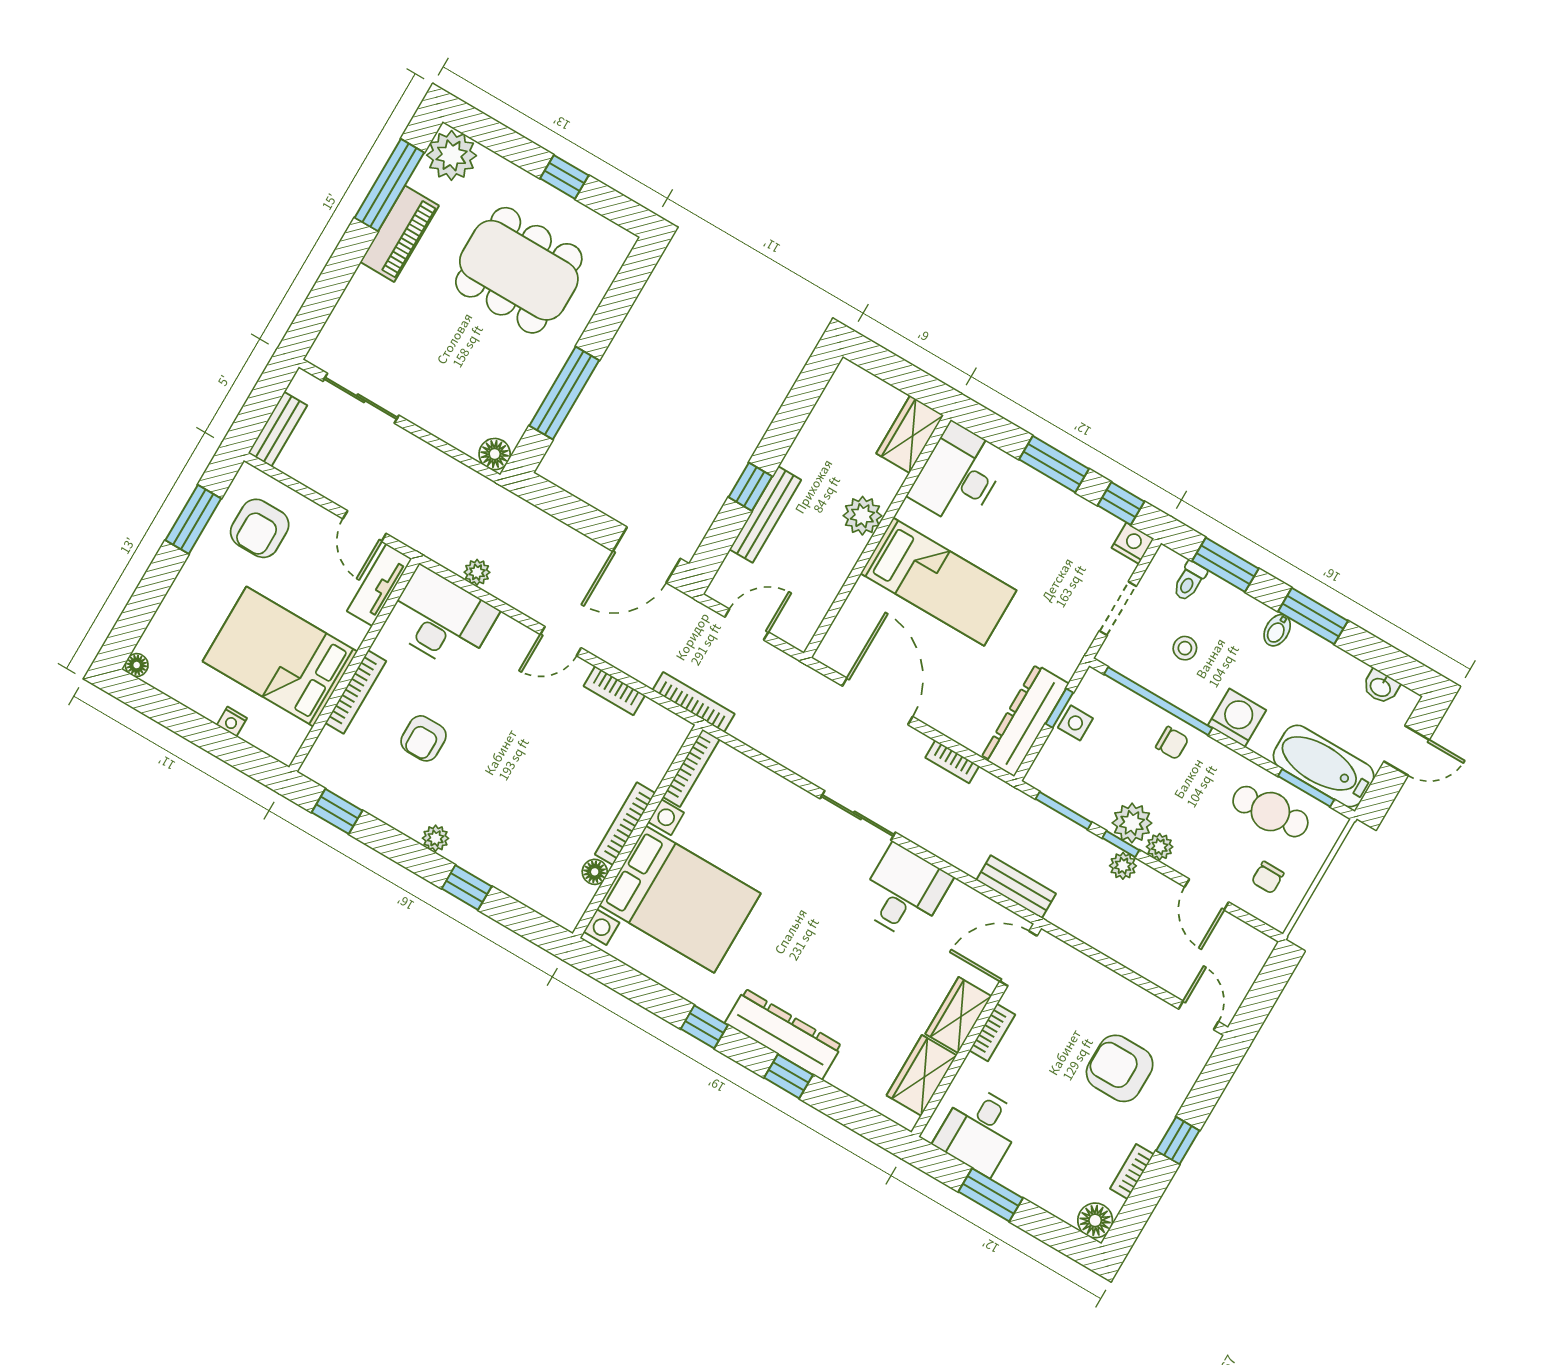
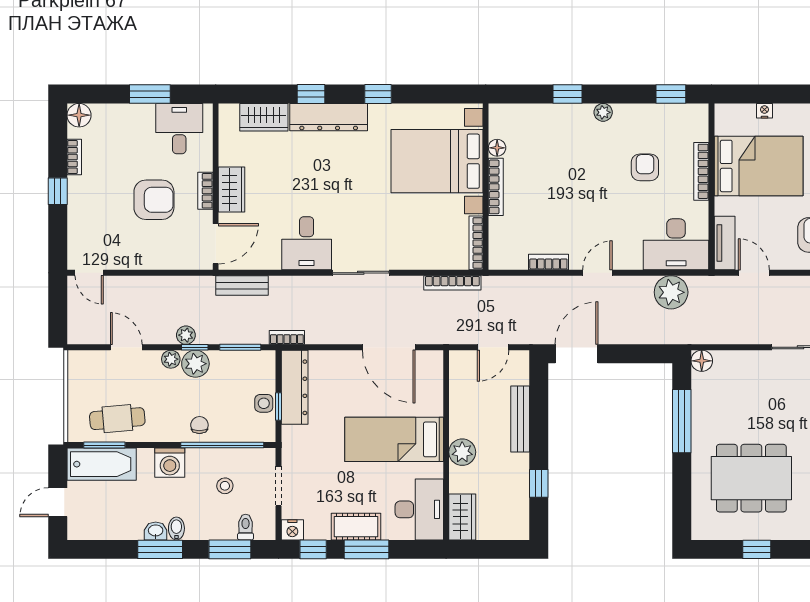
window: (750, 487) -> (539, 483), moved
cot: (1051, 500) -> (356, 527), added
plant: (477, 572) -> (671, 292), width x1.88, depth x1.88
washbasin: (1381, 687) -> (156, 531), moved
bookcase: (694, 702) -> (452, 283), moved
chair: (1172, 743) -> (199, 425), turned 90
bookcase: (952, 762) -> (287, 337), moved
chair: (1268, 877) -> (96, 379), removed
armchair: (1120, 1068) -> (154, 200), moved
wardrobe: (922, 1075) -> (264, 117), moved, turned 90

